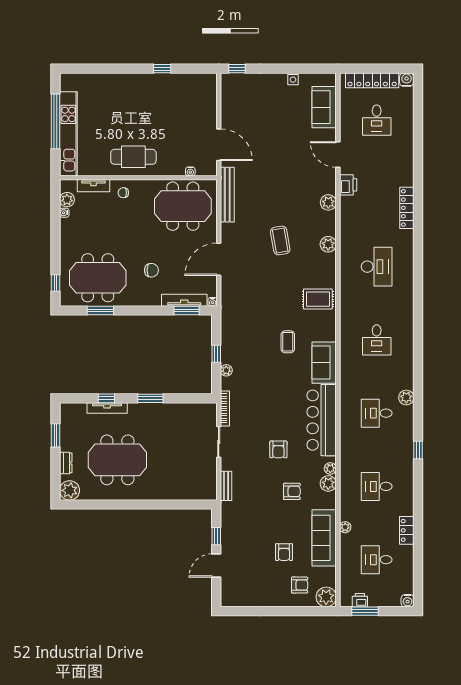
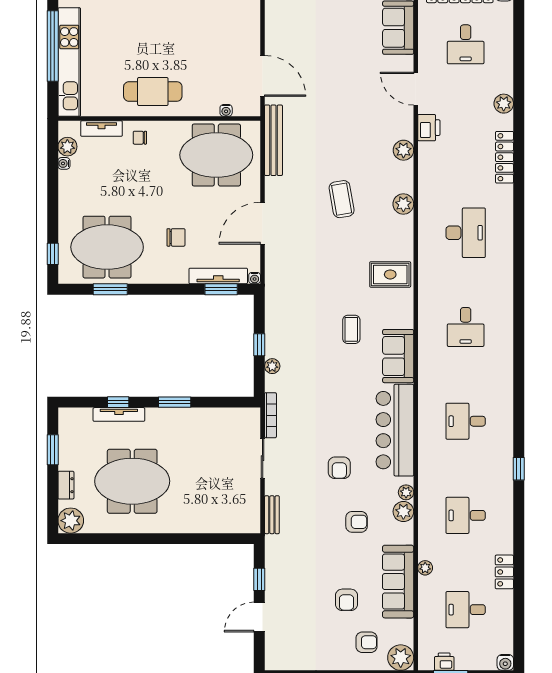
plant: (406, 397) -> (504, 104), moved

